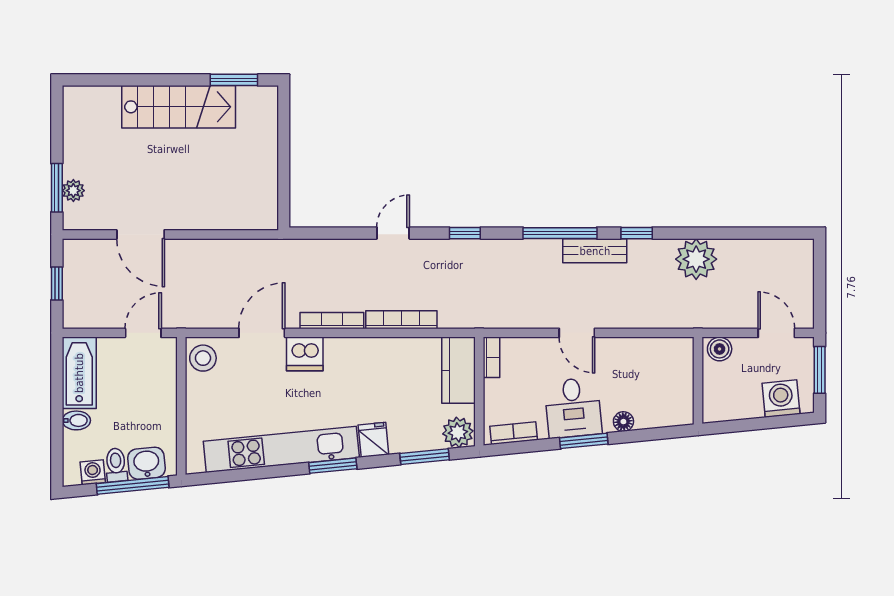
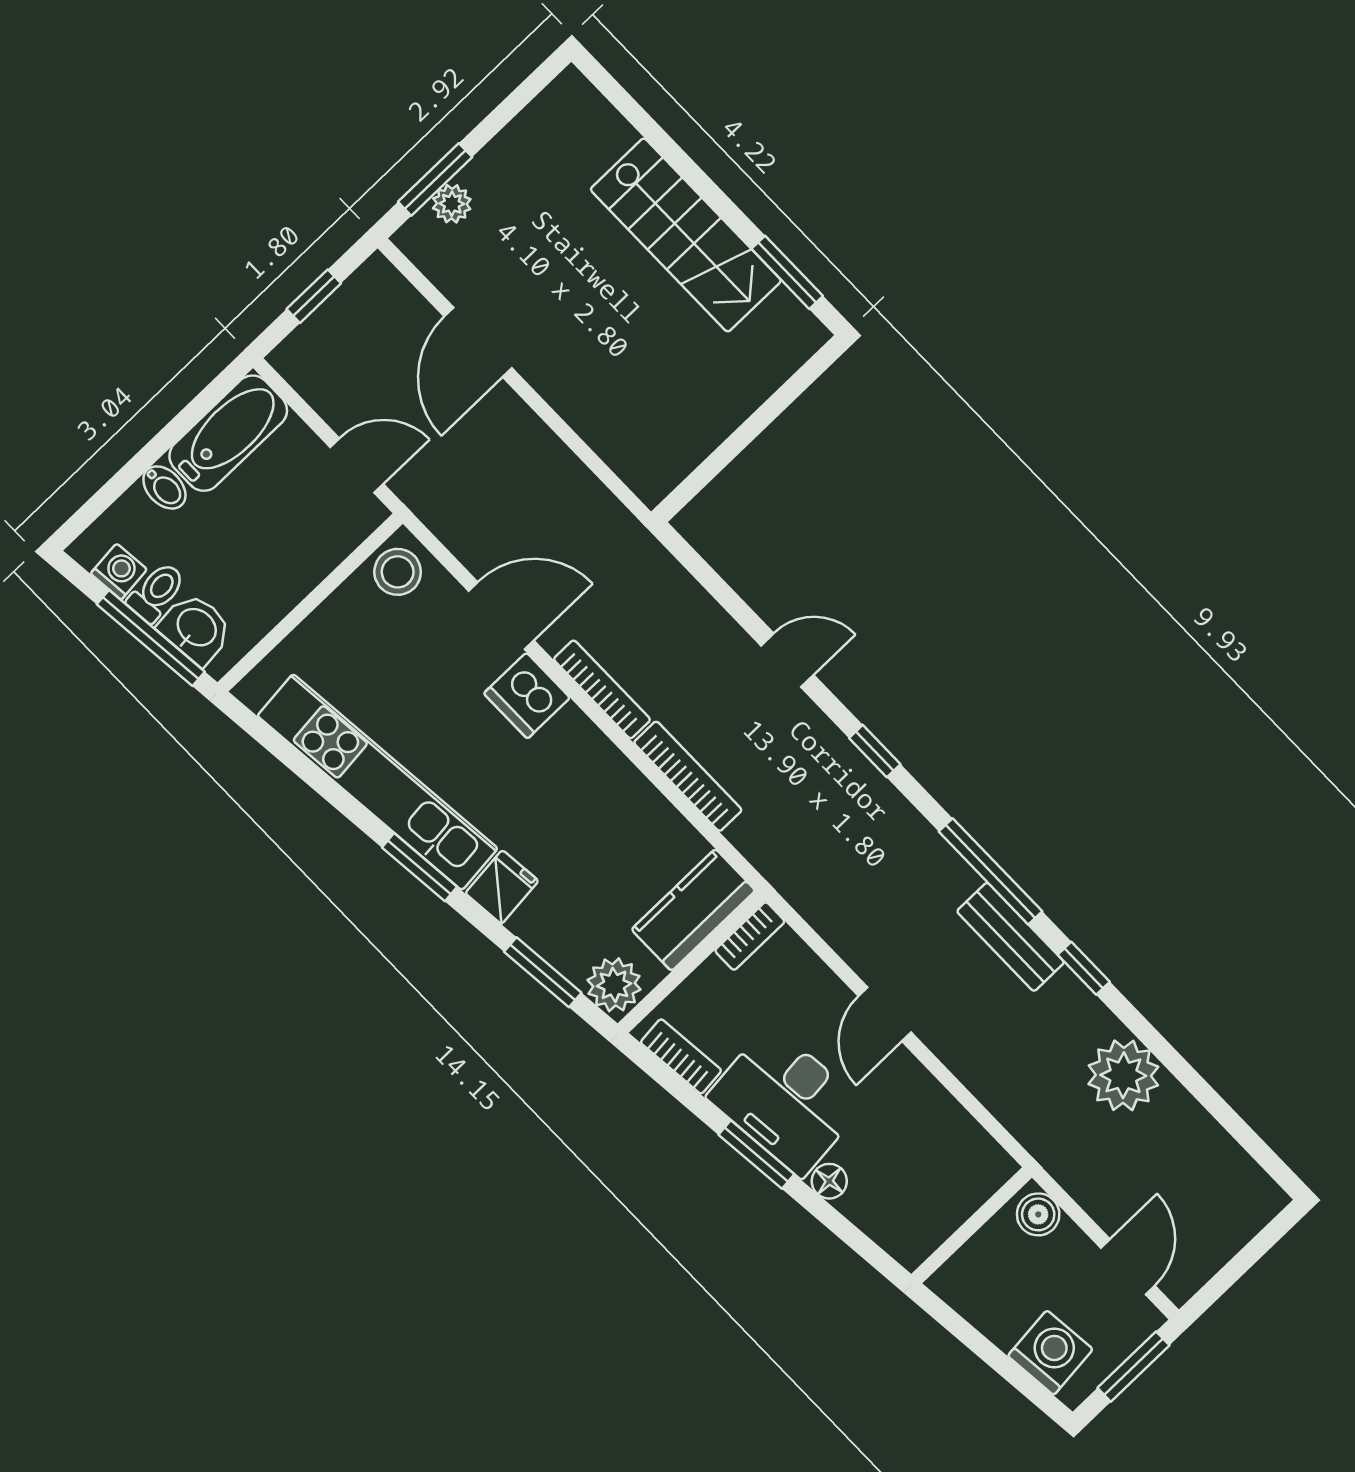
desk: (573, 408) -> (786, 1101), width x1.37

